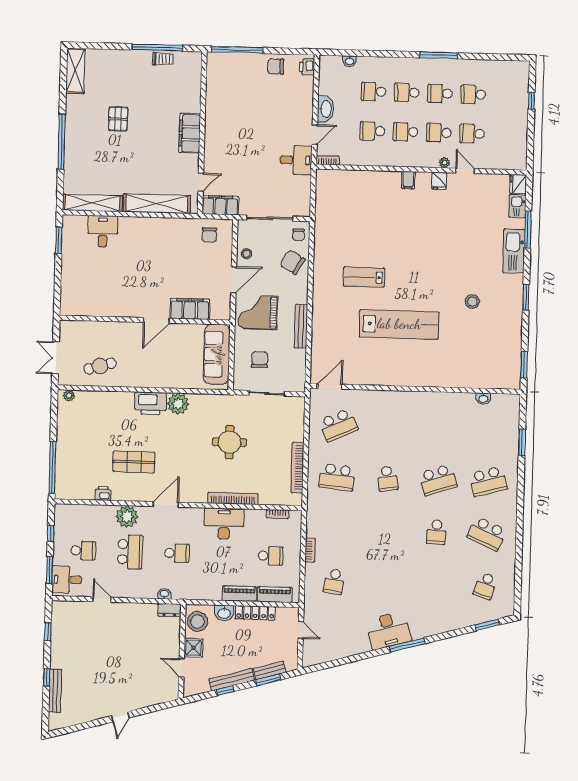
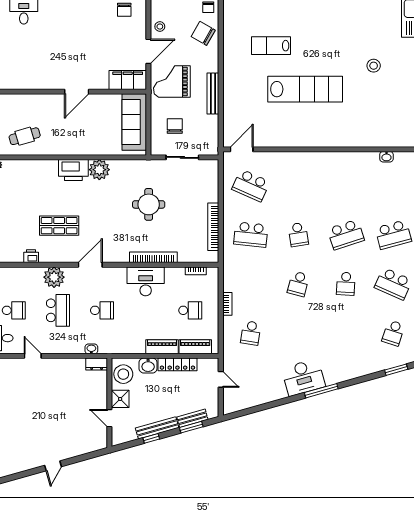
filing cabinet: (190, 309) -> (128, 80), moved
school desk: (338, 425) -> (251, 185), turned 48
school desk: (386, 531) -> (298, 284), added

